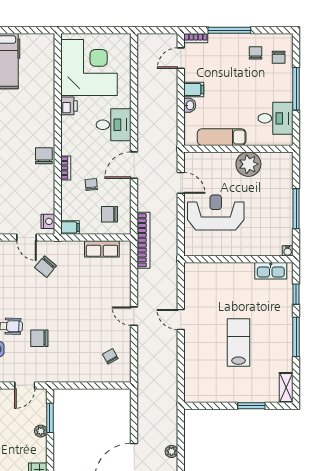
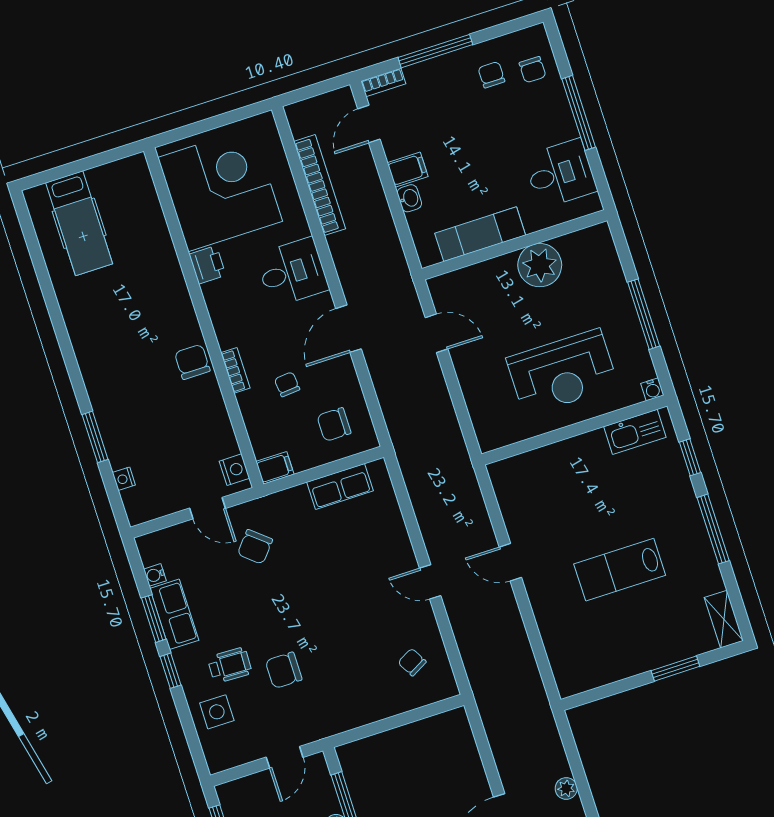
reception desk: (216, 213) -> (562, 372), moved, turned 180
bookcase: (144, 240) -> (320, 185), moved
lab bench: (238, 343) -> (620, 570), turned -90

